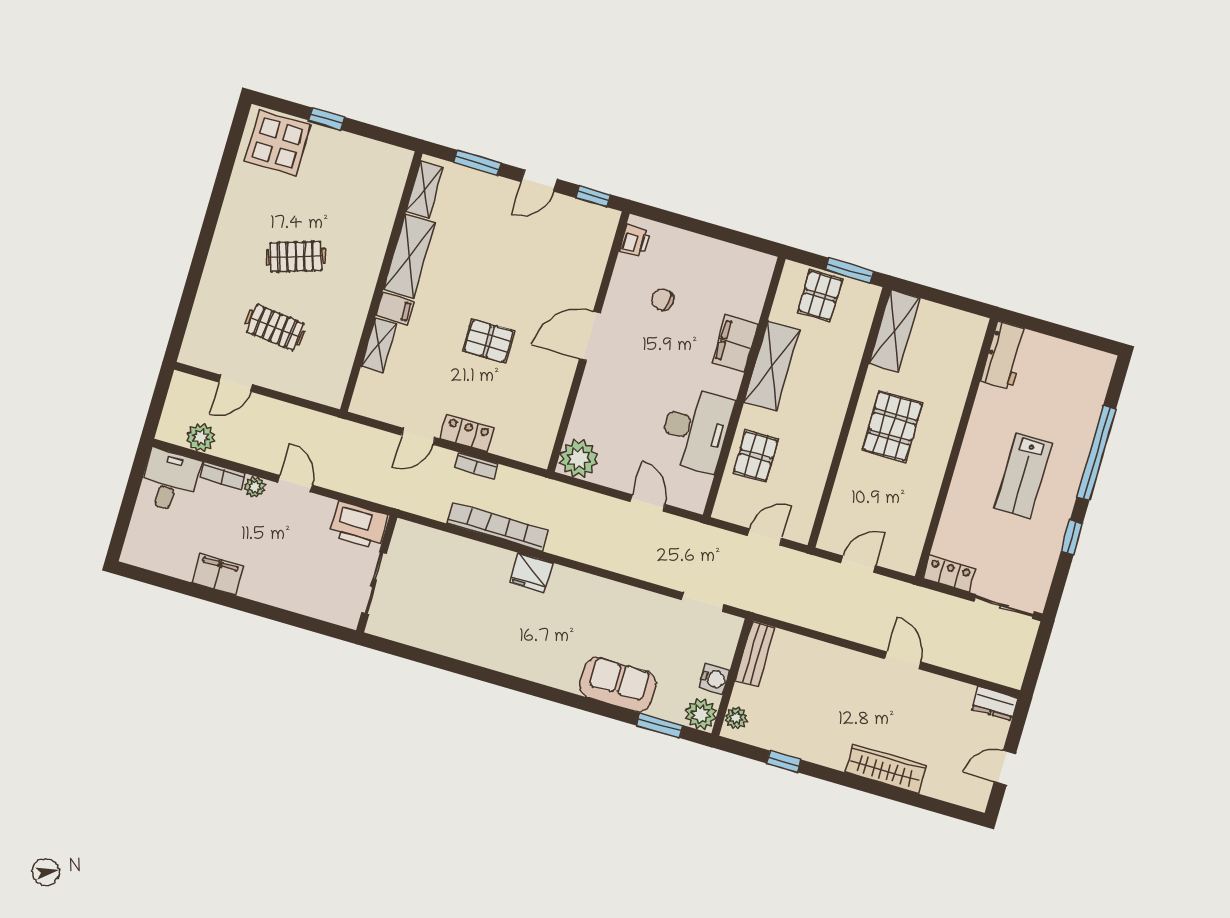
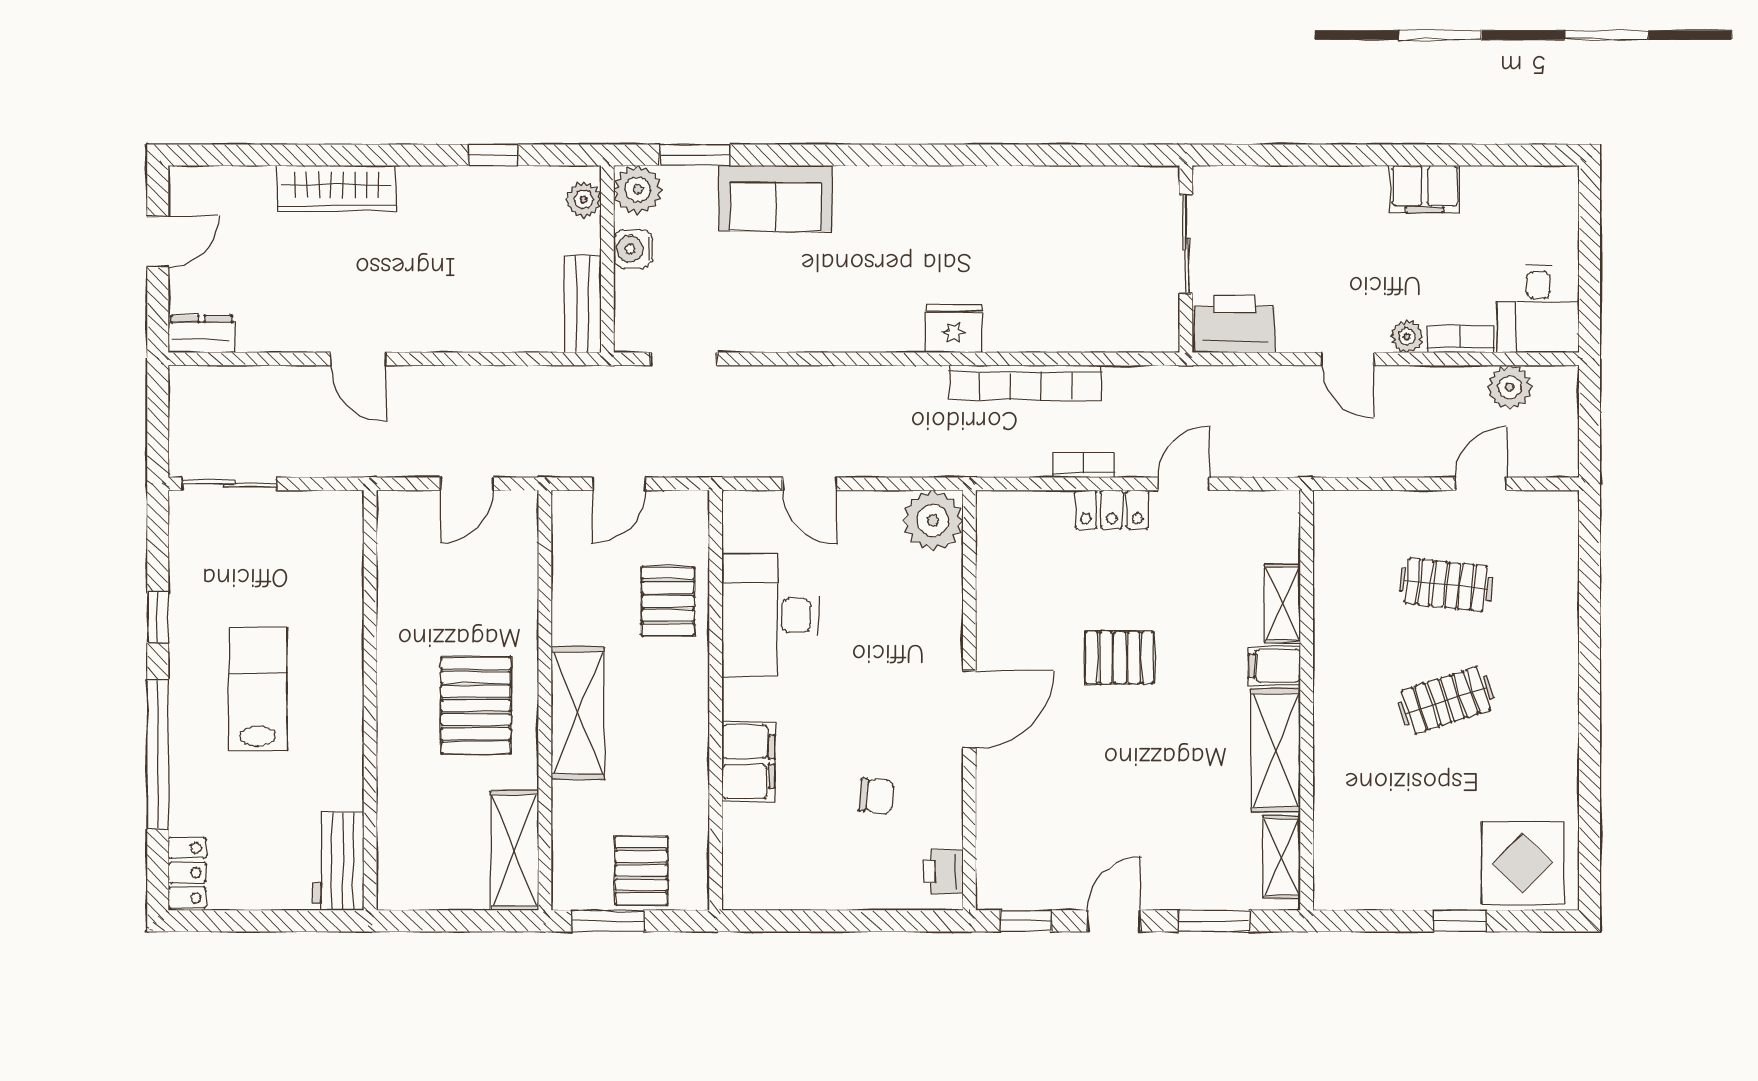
shelving: (772, 366) -> (578, 713), moved
locker: (949, 574) -> (187, 873), moved, turned -90

